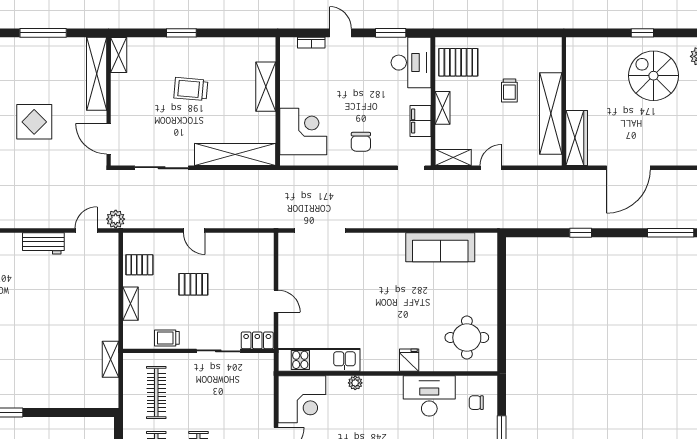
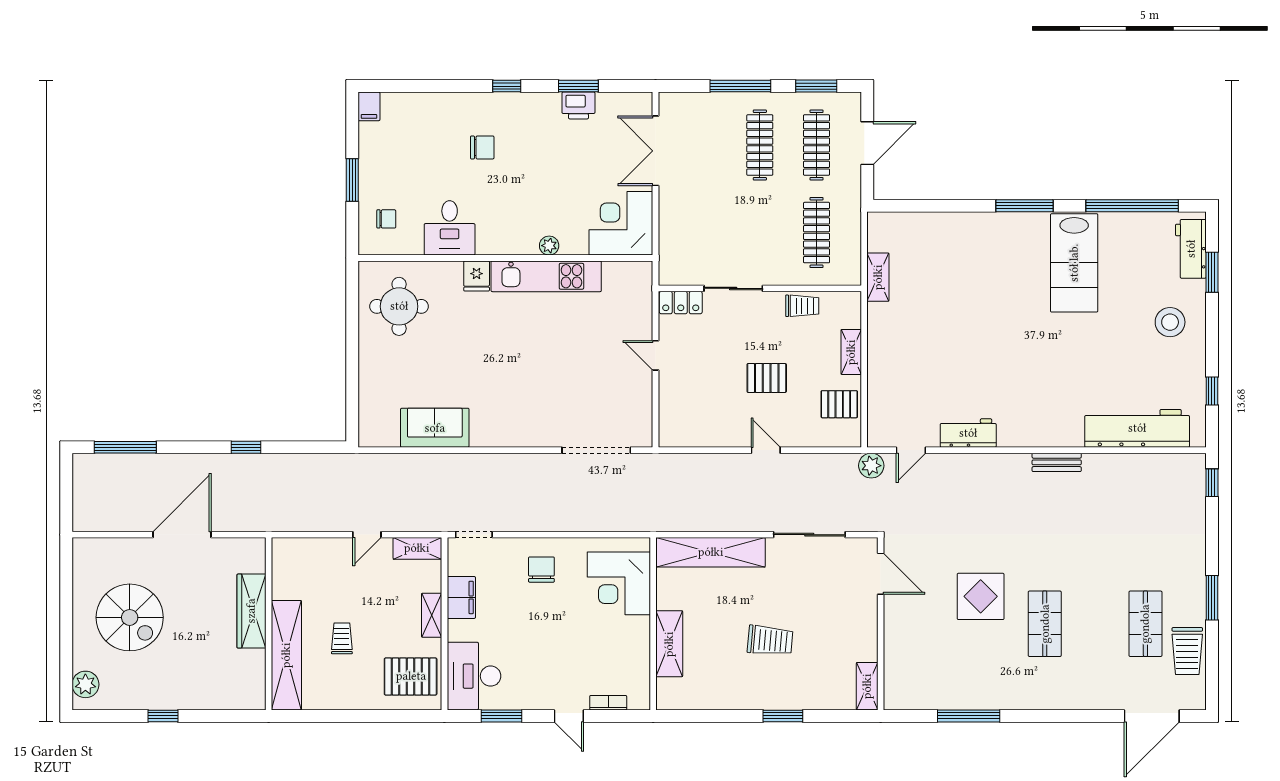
shelving: (97, 74) -> (897, 661), removed
spiral stairs: (653, 76) -> (130, 617), moved
shelving: (551, 113) -> (286, 655), moved
wardrobe: (577, 138) -> (251, 611), moved
sofa: (440, 247) -> (435, 428), width x0.73
kitchen unit: (319, 360) -> (546, 276), moved
desk: (429, 396) -> (450, 228), width x0.73

